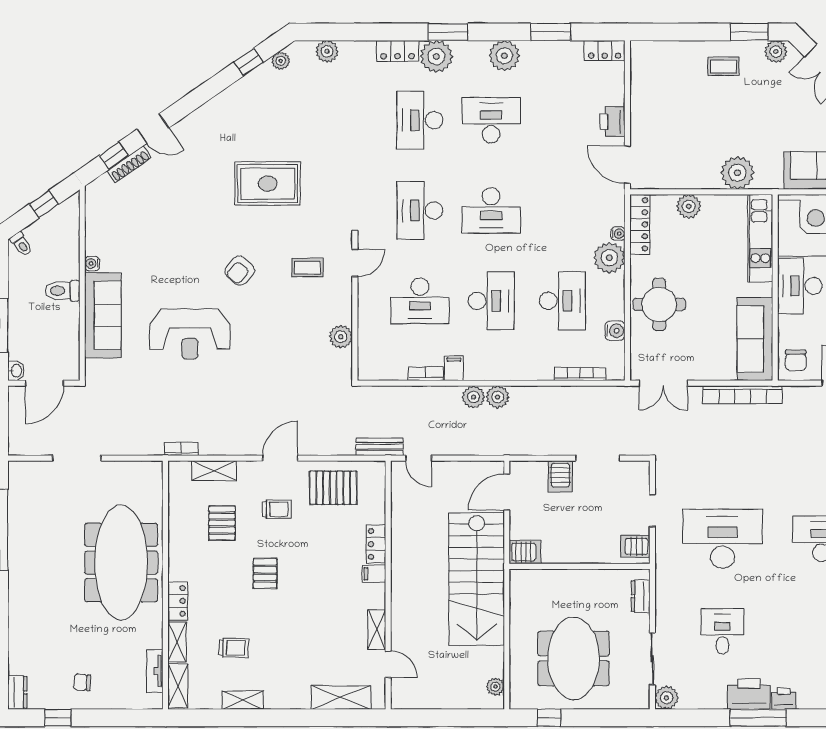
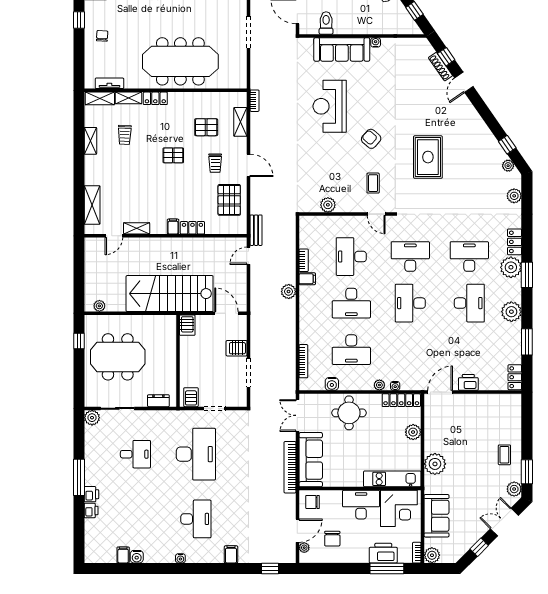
plant: (609, 258) -> (379, 385), width x0.53, depth x0.53
toilet: (62, 291) -> (326, 23), moved
sofa: (755, 339) -> (311, 460), moved, turned 90
plant: (498, 397) -> (288, 307), removed
printer: (749, 694) -> (91, 510), moved, width x0.53, depth x0.68

